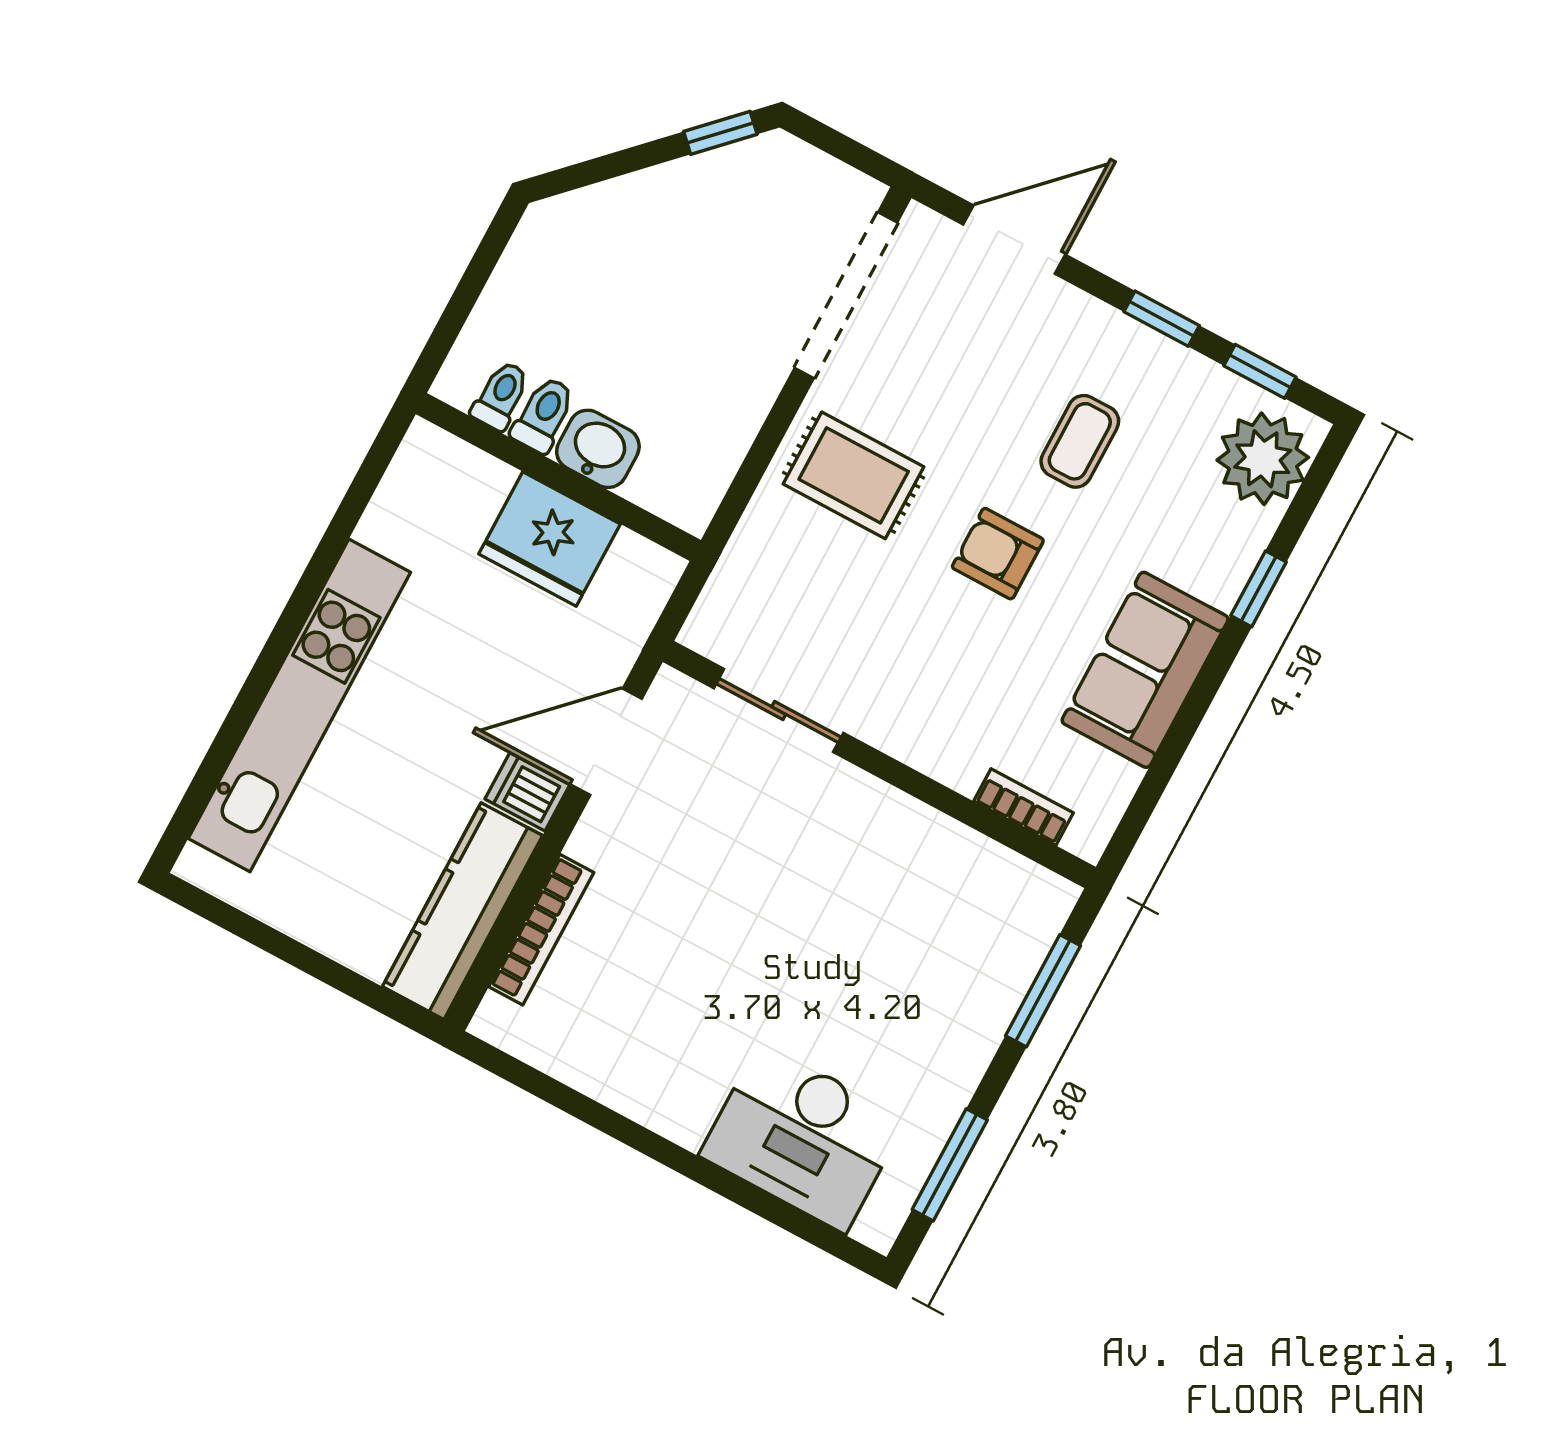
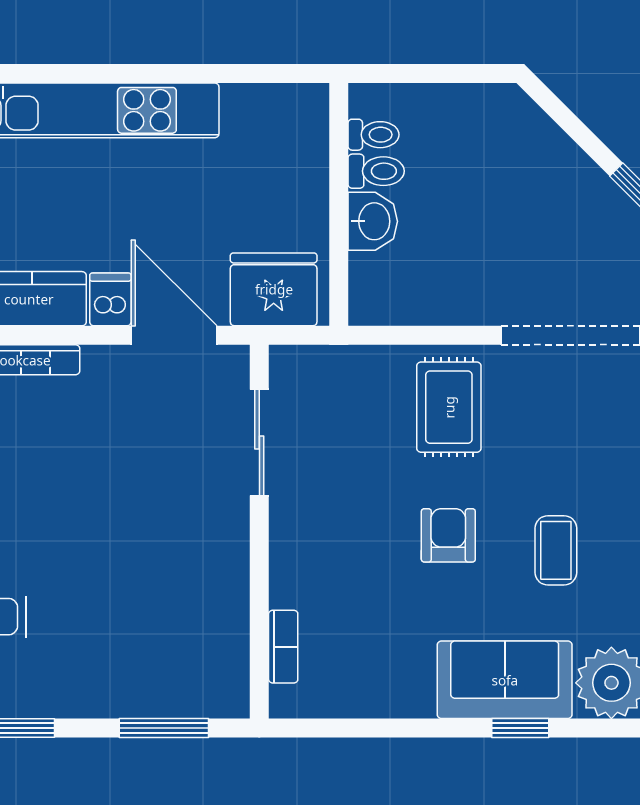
coffee table: (1080, 441) -> (556, 550), turned 90
fridge: (550, 539) -> (274, 289), moved, turned 90
sofa: (1145, 670) -> (505, 680), moved

